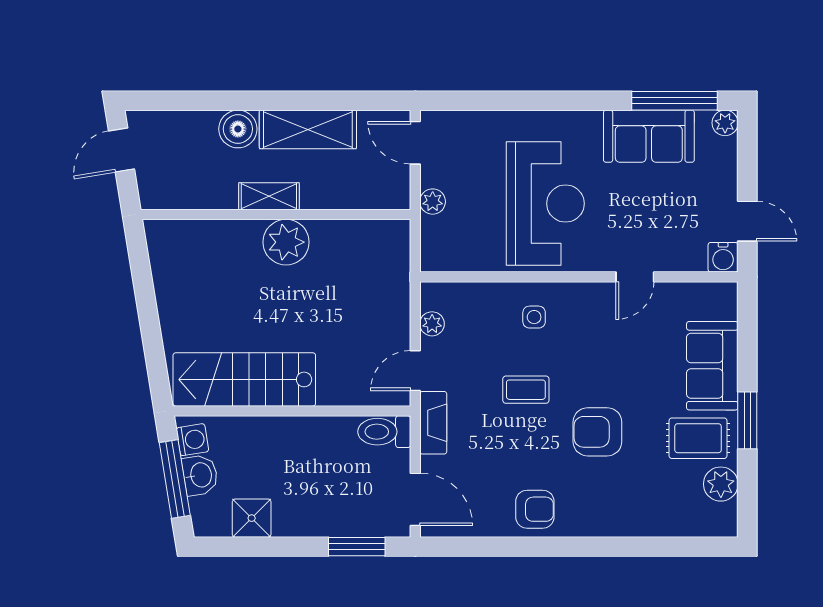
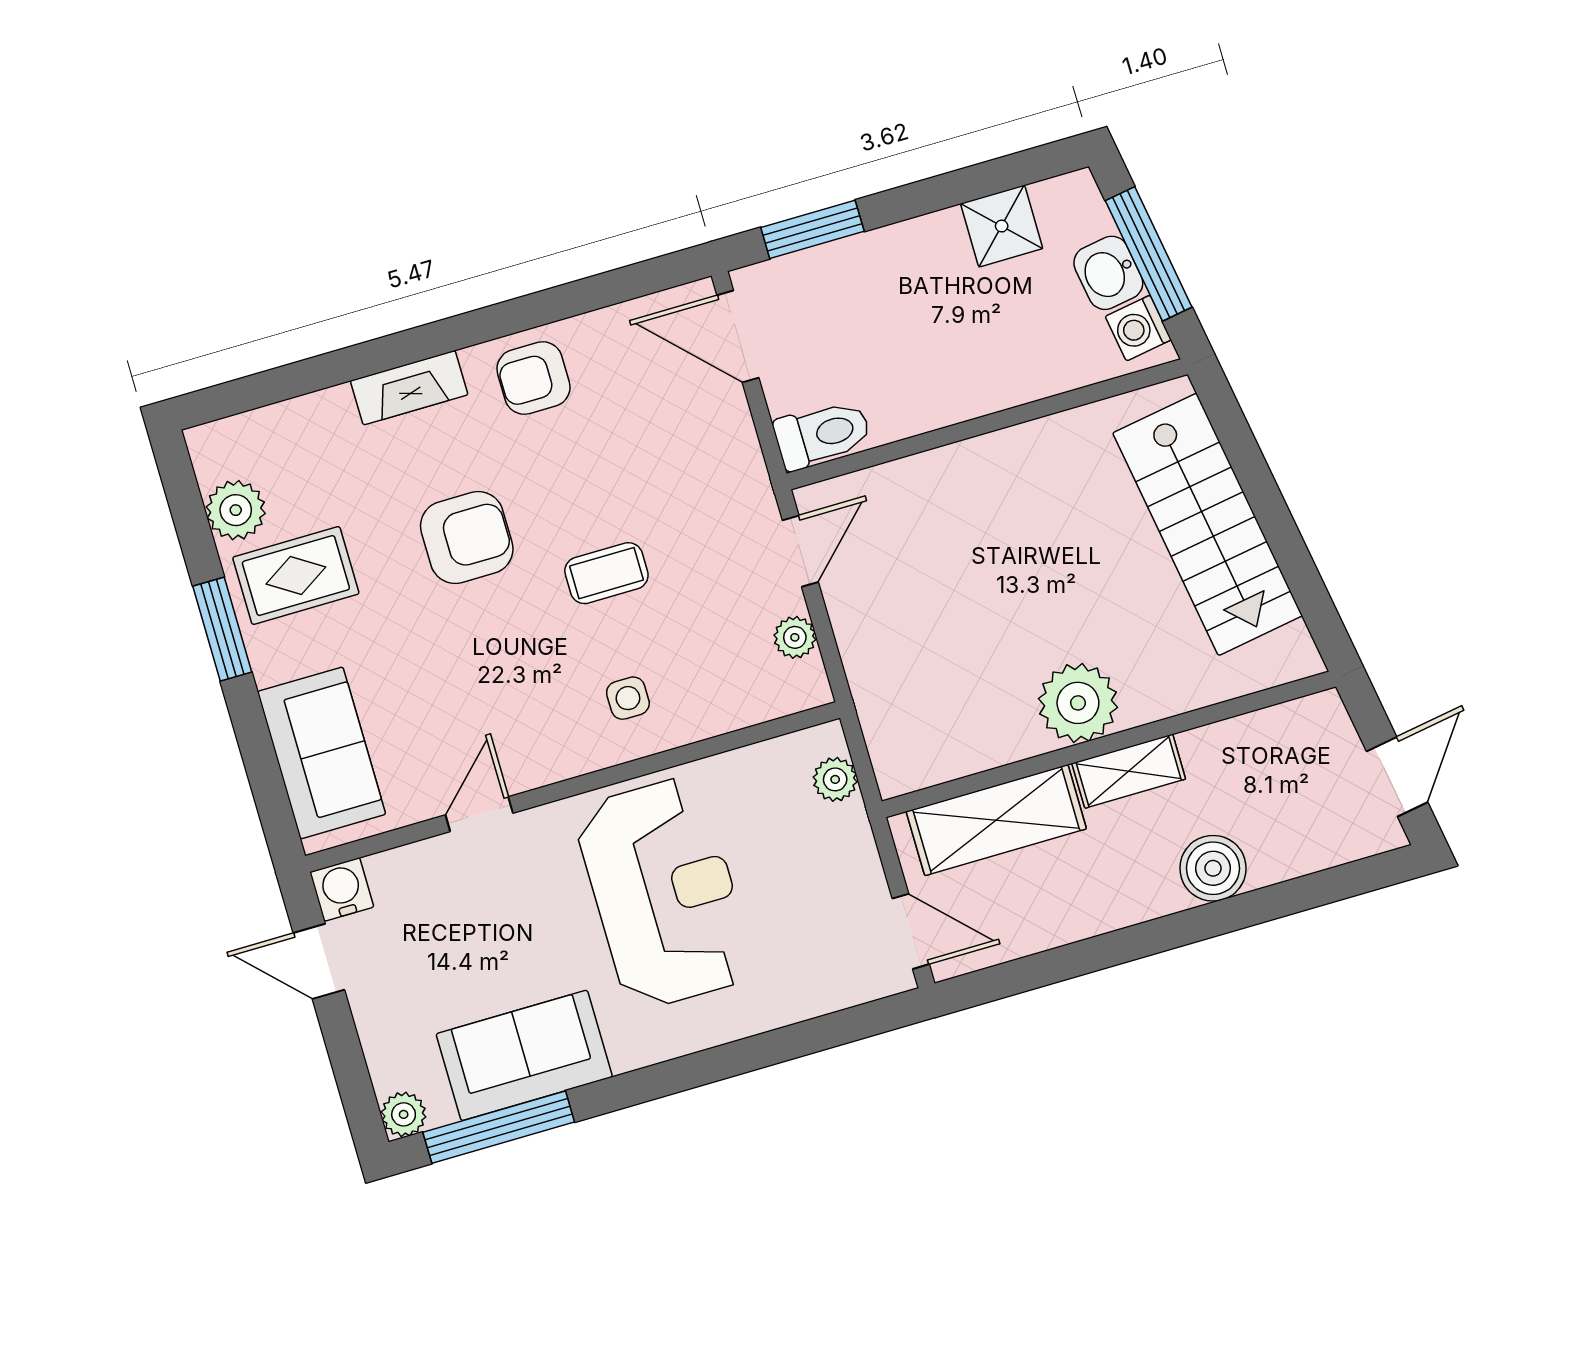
shelving: (308, 129) -> (996, 820), moved
plant: (433, 202) -> (835, 779), moved
reception desk: (545, 204) -> (664, 893), turned 180
sofa: (712, 366) -> (322, 753), moved
stairs: (244, 379) -> (1208, 524), moved, turned 81
fireplace: (433, 423) -> (409, 388), moved, turned -90

